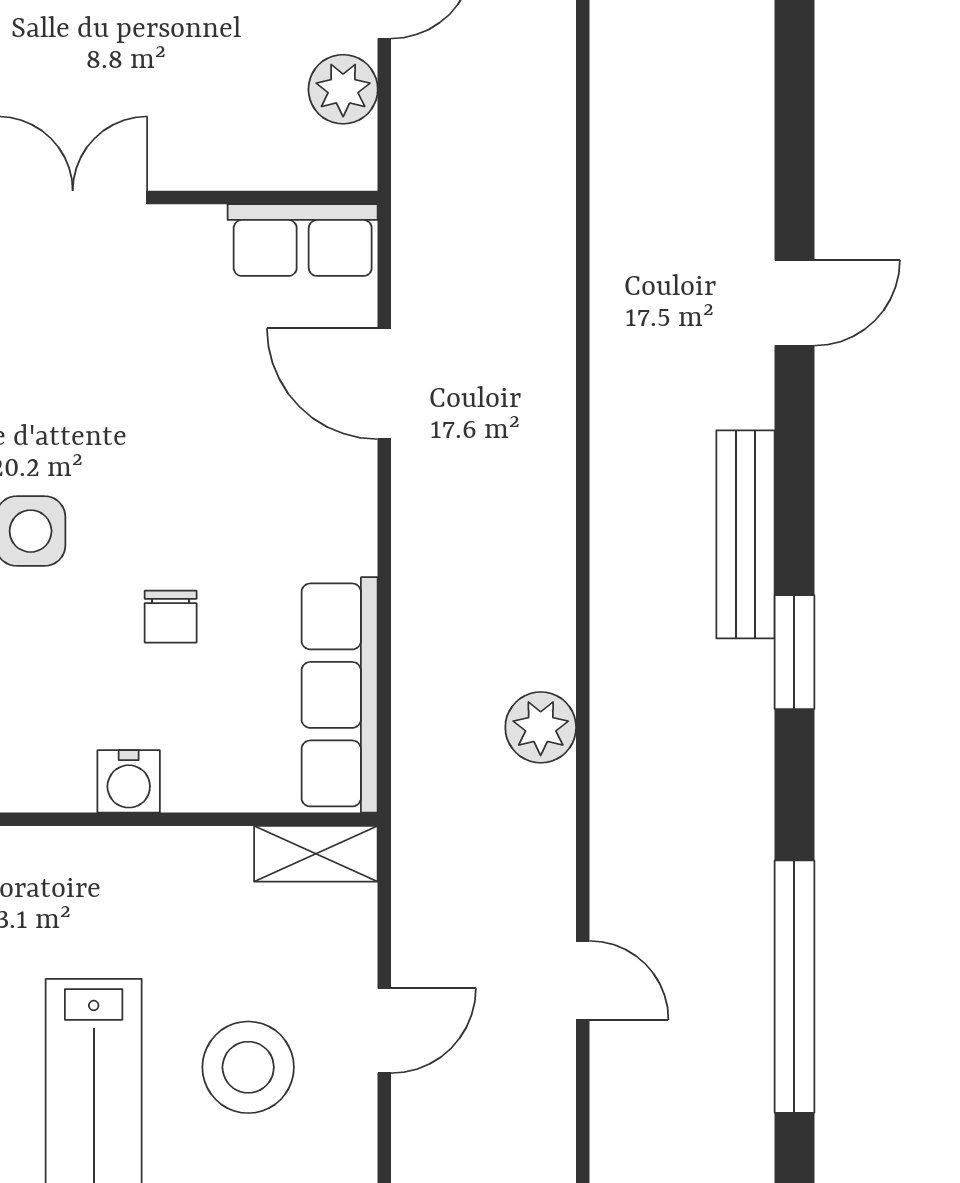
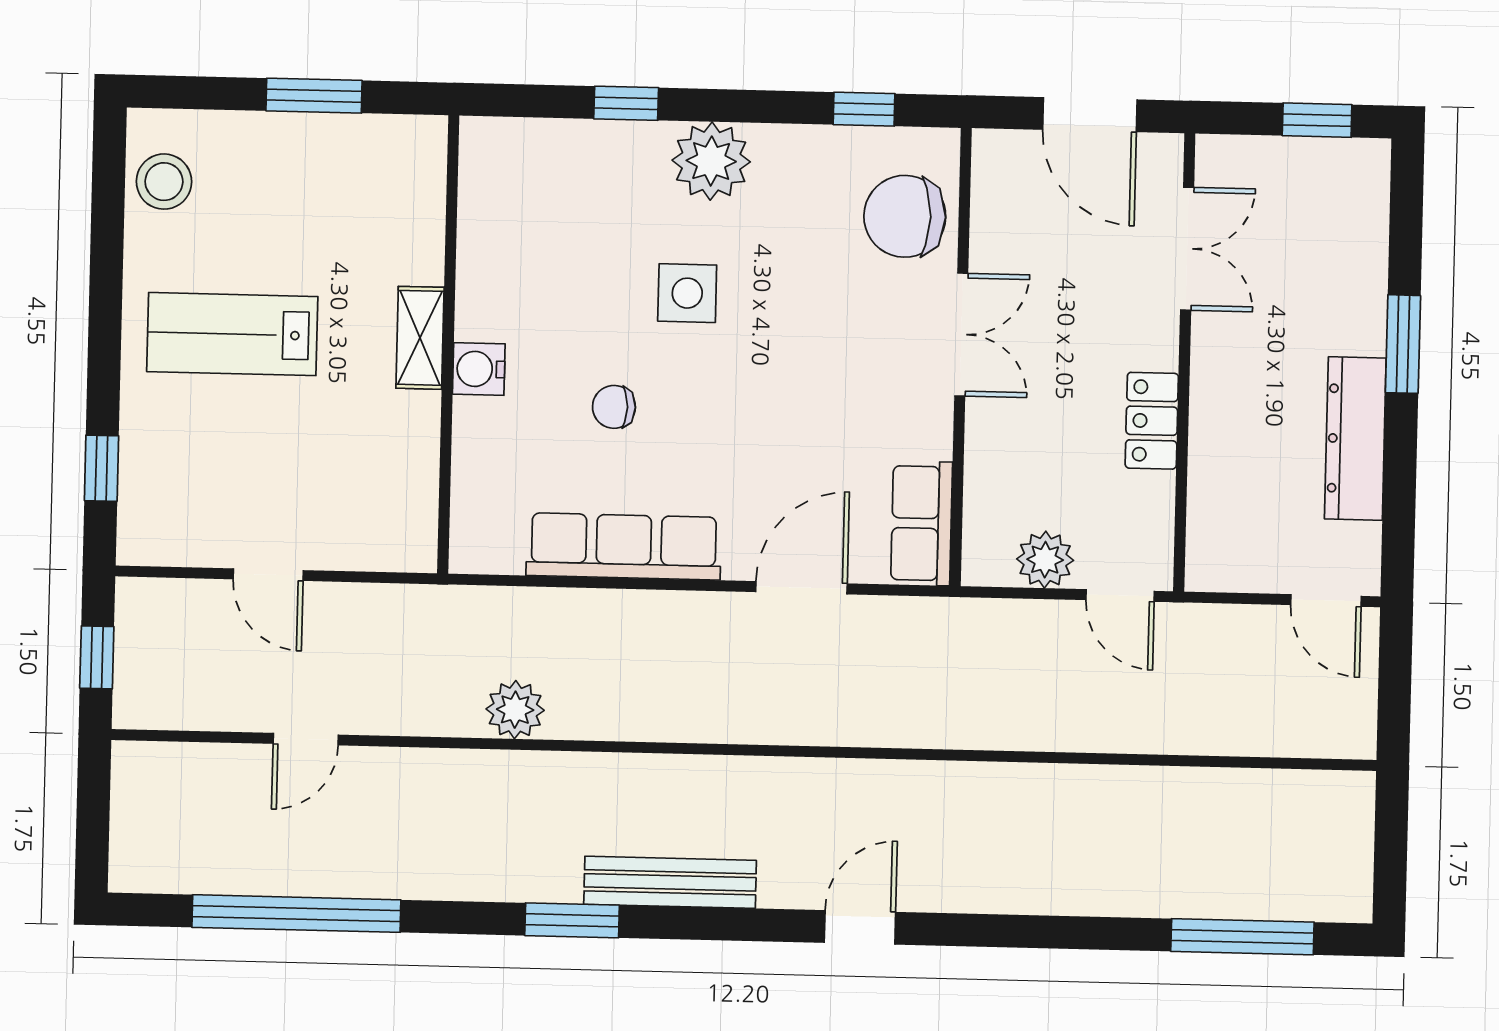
door: (794, 303) -> (860, 927), swing flipped
row of seats: (340, 695) -> (624, 546), moved
shelving: (316, 854) -> (420, 338), moved
stool: (248, 1067) -> (241, 462), removed

